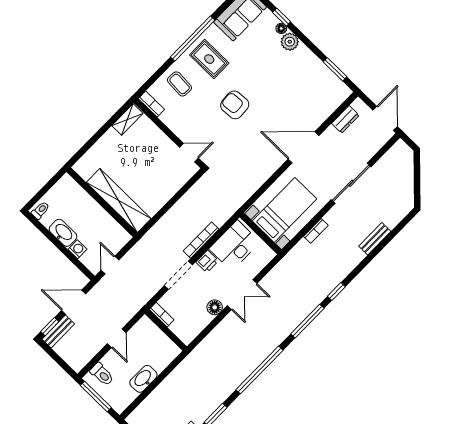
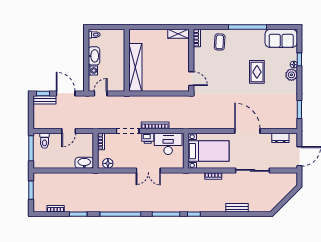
rug: (209, 59) -> (257, 72), moved
armchair: (235, 105) -> (235, 78), removed
floor lamp: (215, 307) -> (108, 163), moved
washbasin: (143, 379) -> (84, 163), moved

